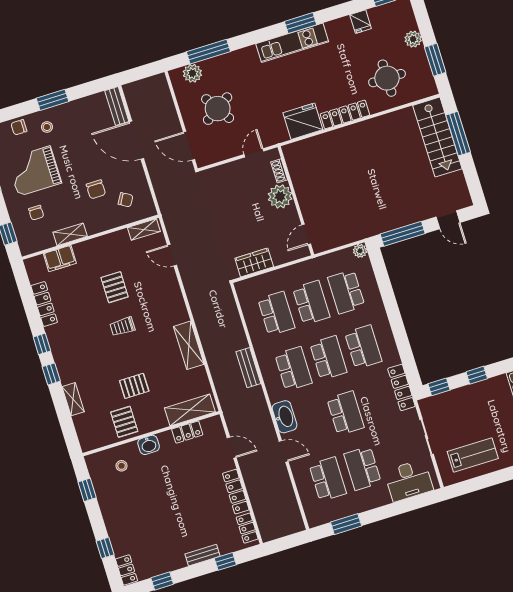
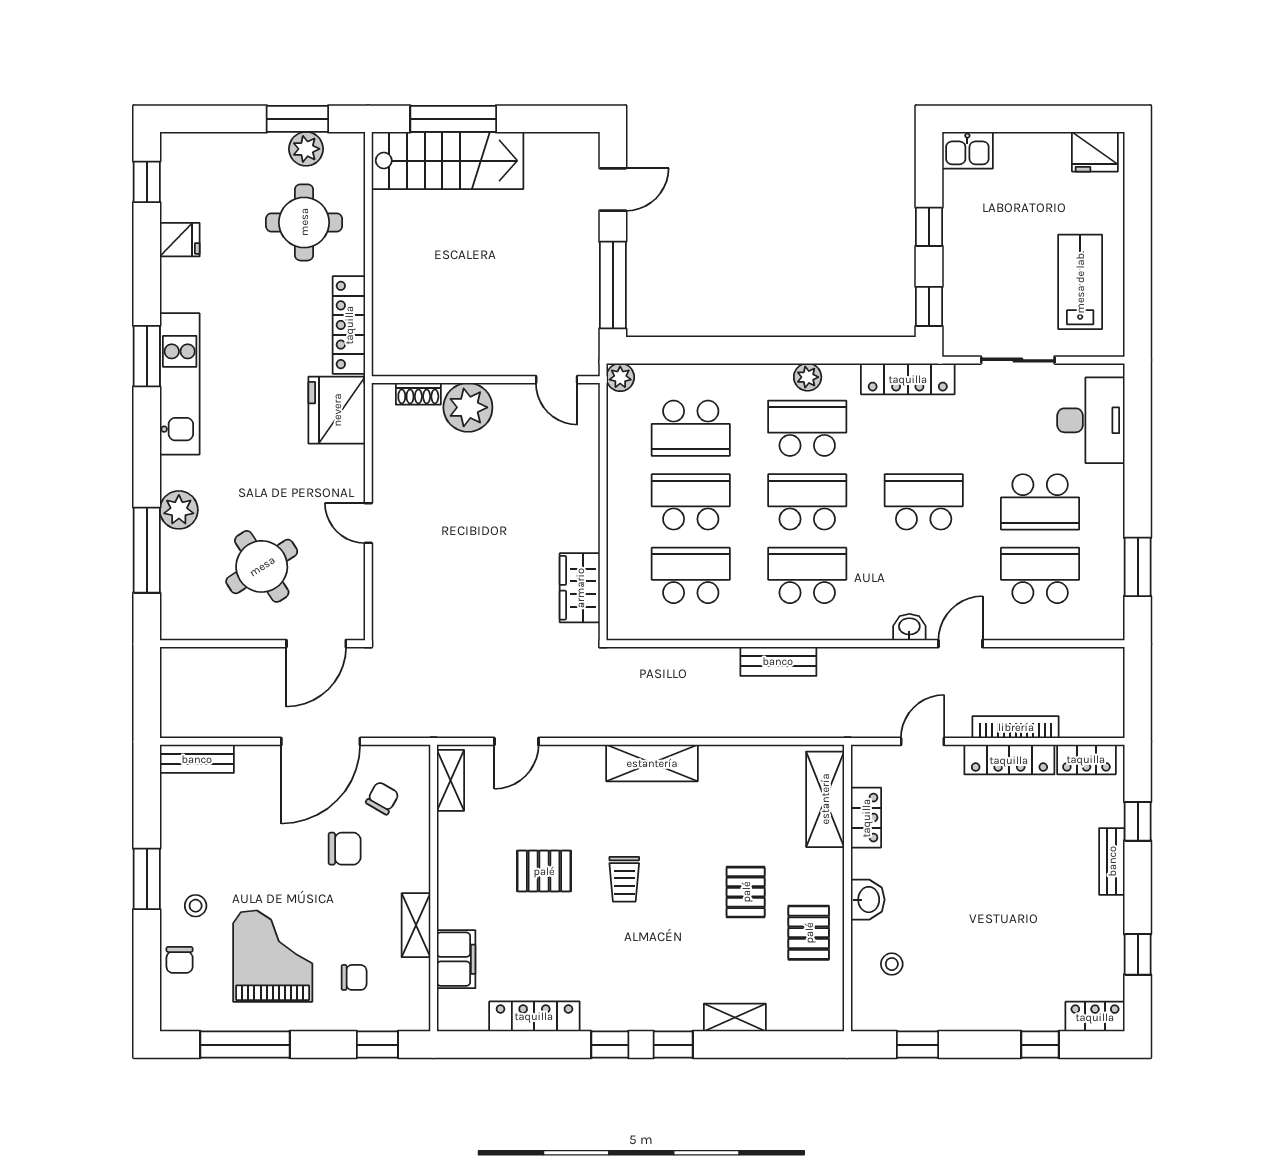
plant: (413, 39) -> (306, 149), moved
plant: (192, 73) -> (179, 510), moved
door: (136, 140) -> (321, 741), moved
grand piano: (34, 171) -> (273, 956), turned 180
shoe rack: (279, 171) -> (418, 394), moved
plant: (280, 196) -> (468, 407), moved
wall: (296, 201) -> (486, 380), moved
door: (306, 234) -> (557, 380), moved
plant: (388, 340) -> (808, 377), added
shelving: (189, 345) -> (652, 763), moved
washbasin: (285, 417) -> (909, 627), width x0.52, depth x0.69
pallet: (124, 422) -> (809, 933), turned 90
bookcase: (252, 490) -> (1016, 727), added

